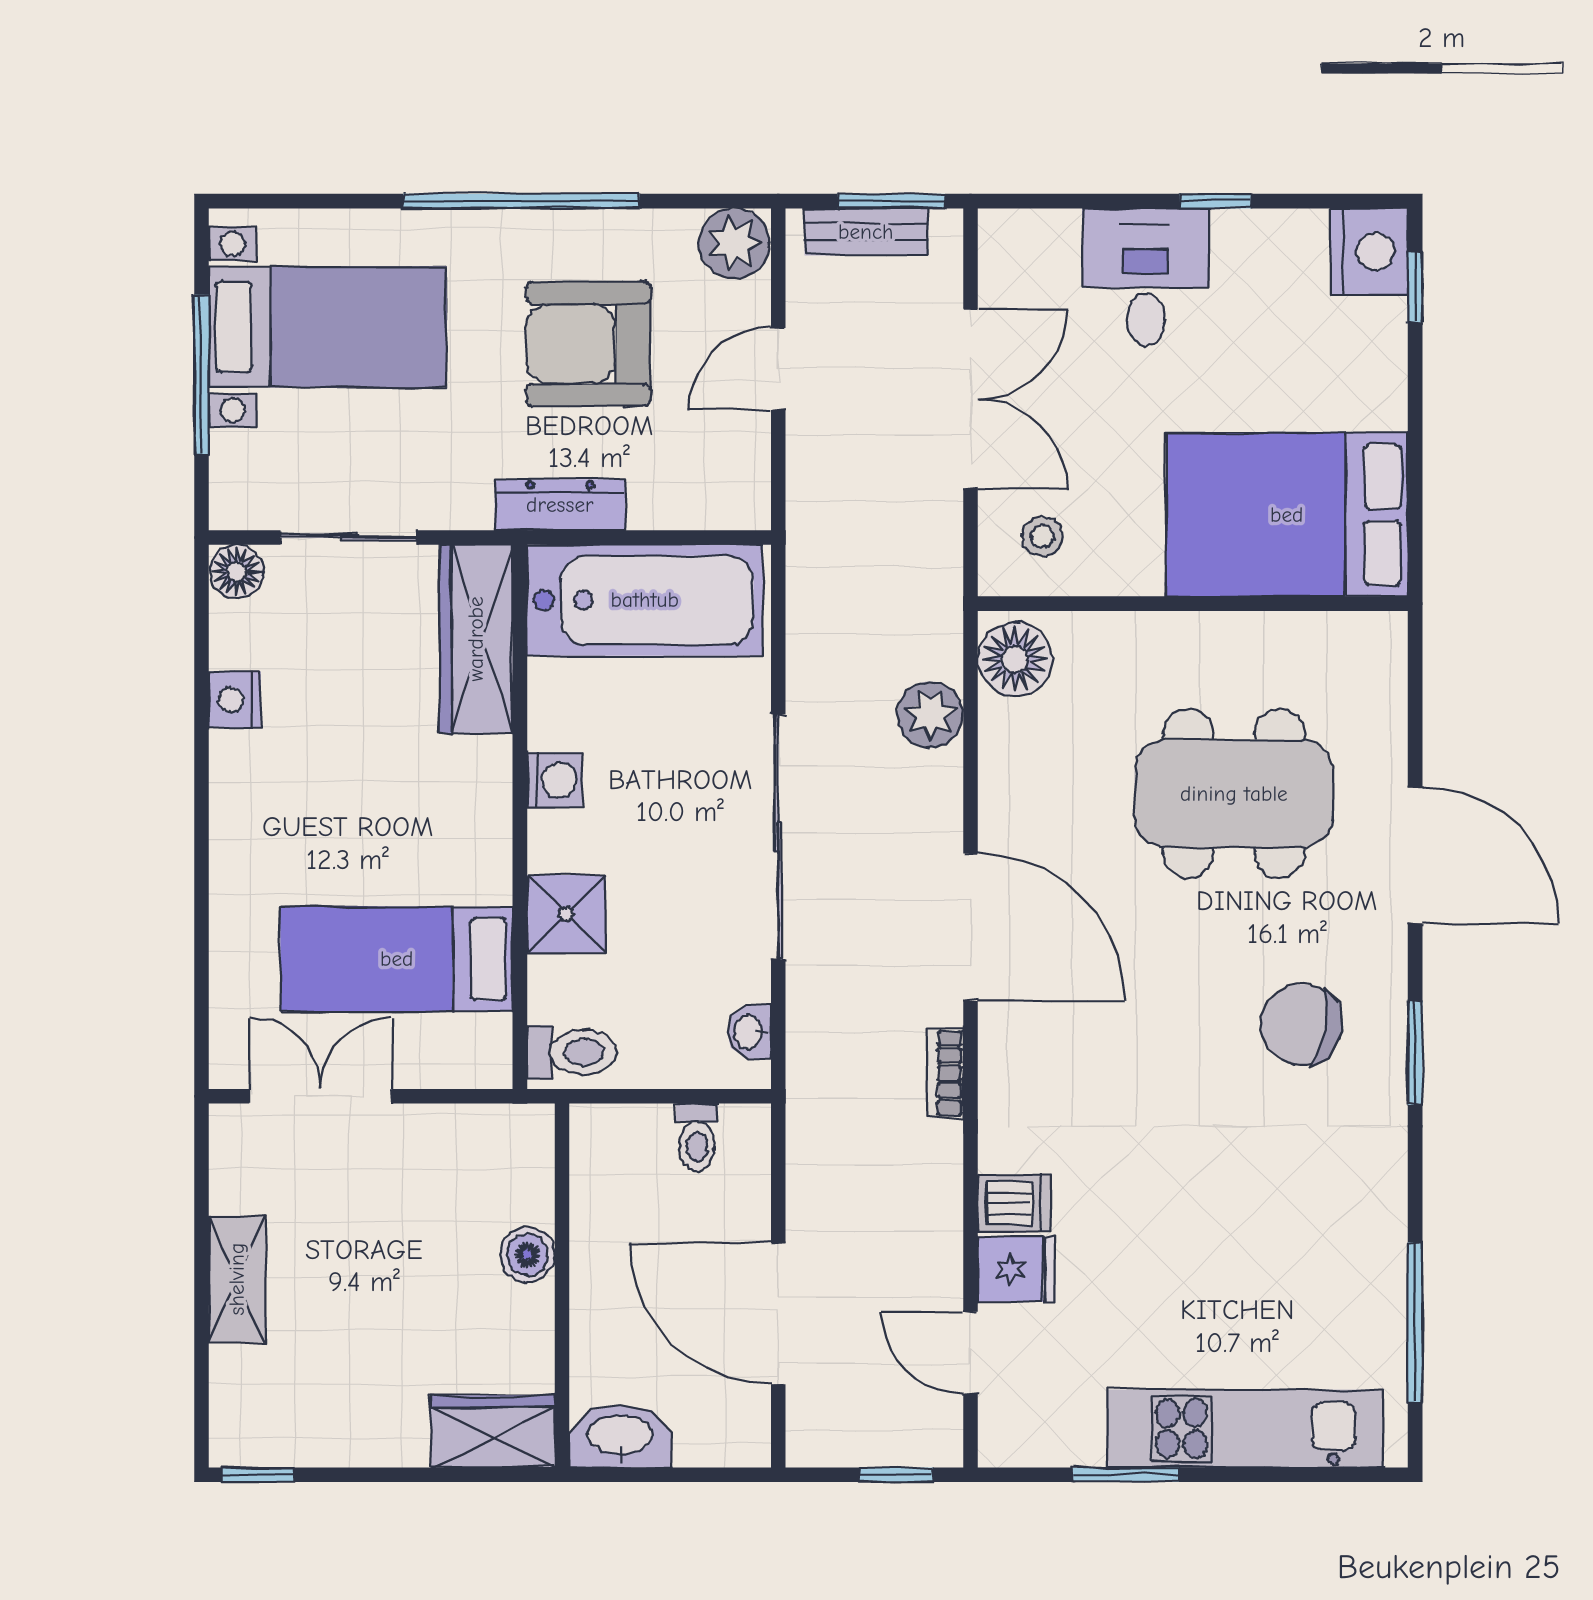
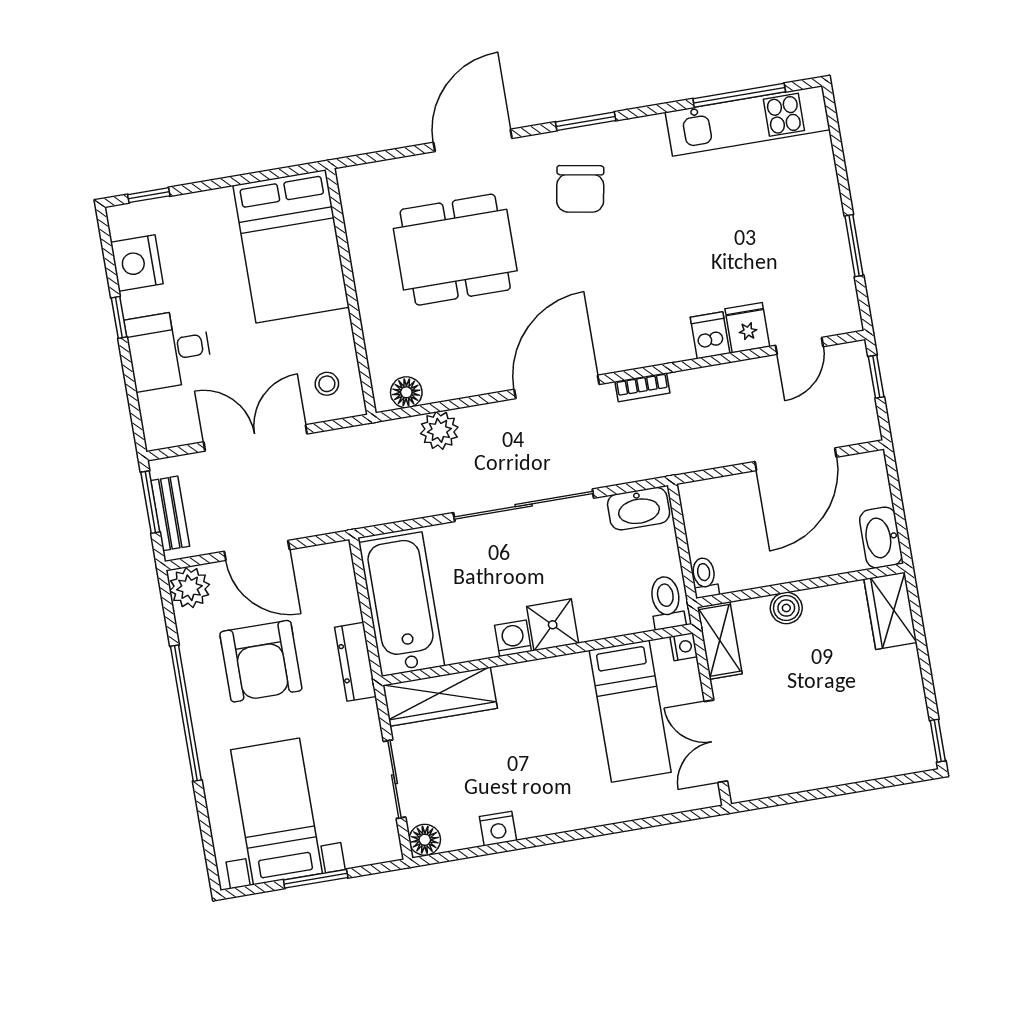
nightstand: (1369, 252) -> (137, 263), moved, turned -90
door: (778, 369) -> (257, 550), width x1.38
window: (201, 375) -> (316, 879), width x0.69
floor lamp: (1015, 659) -> (406, 392), width x0.73, depth x0.73
dining table: (1234, 794) -> (455, 250), turned 90
shower: (566, 914) -> (553, 625), moved
washbasin: (749, 1032) -> (639, 509), width x1.91, depth x1.45
nightstand: (491, 1069) -> (684, 647), added
toilet: (697, 1137) -> (705, 577), moved, turned -90
shelving: (237, 1279) -> (720, 640), moved, turned 90
kitchen unit: (1245, 1429) -> (748, 121), moved, turned -90

